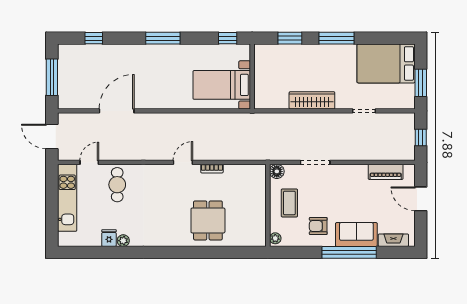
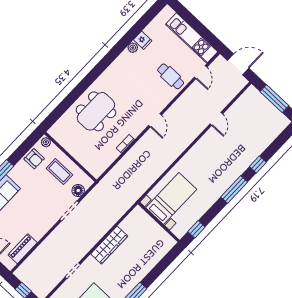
window: (94, 38) -> (258, 164), moved
window: (290, 38) -> (160, 268), removed
door: (117, 111) -> (216, 119), width x0.53
door: (183, 162) -> (155, 120), moved
floor lamp: (277, 171) -> (78, 190), moved
dining table: (208, 220) -> (96, 111), width x1.38
armchair: (318, 226) -> (34, 159), moved, turned 90

